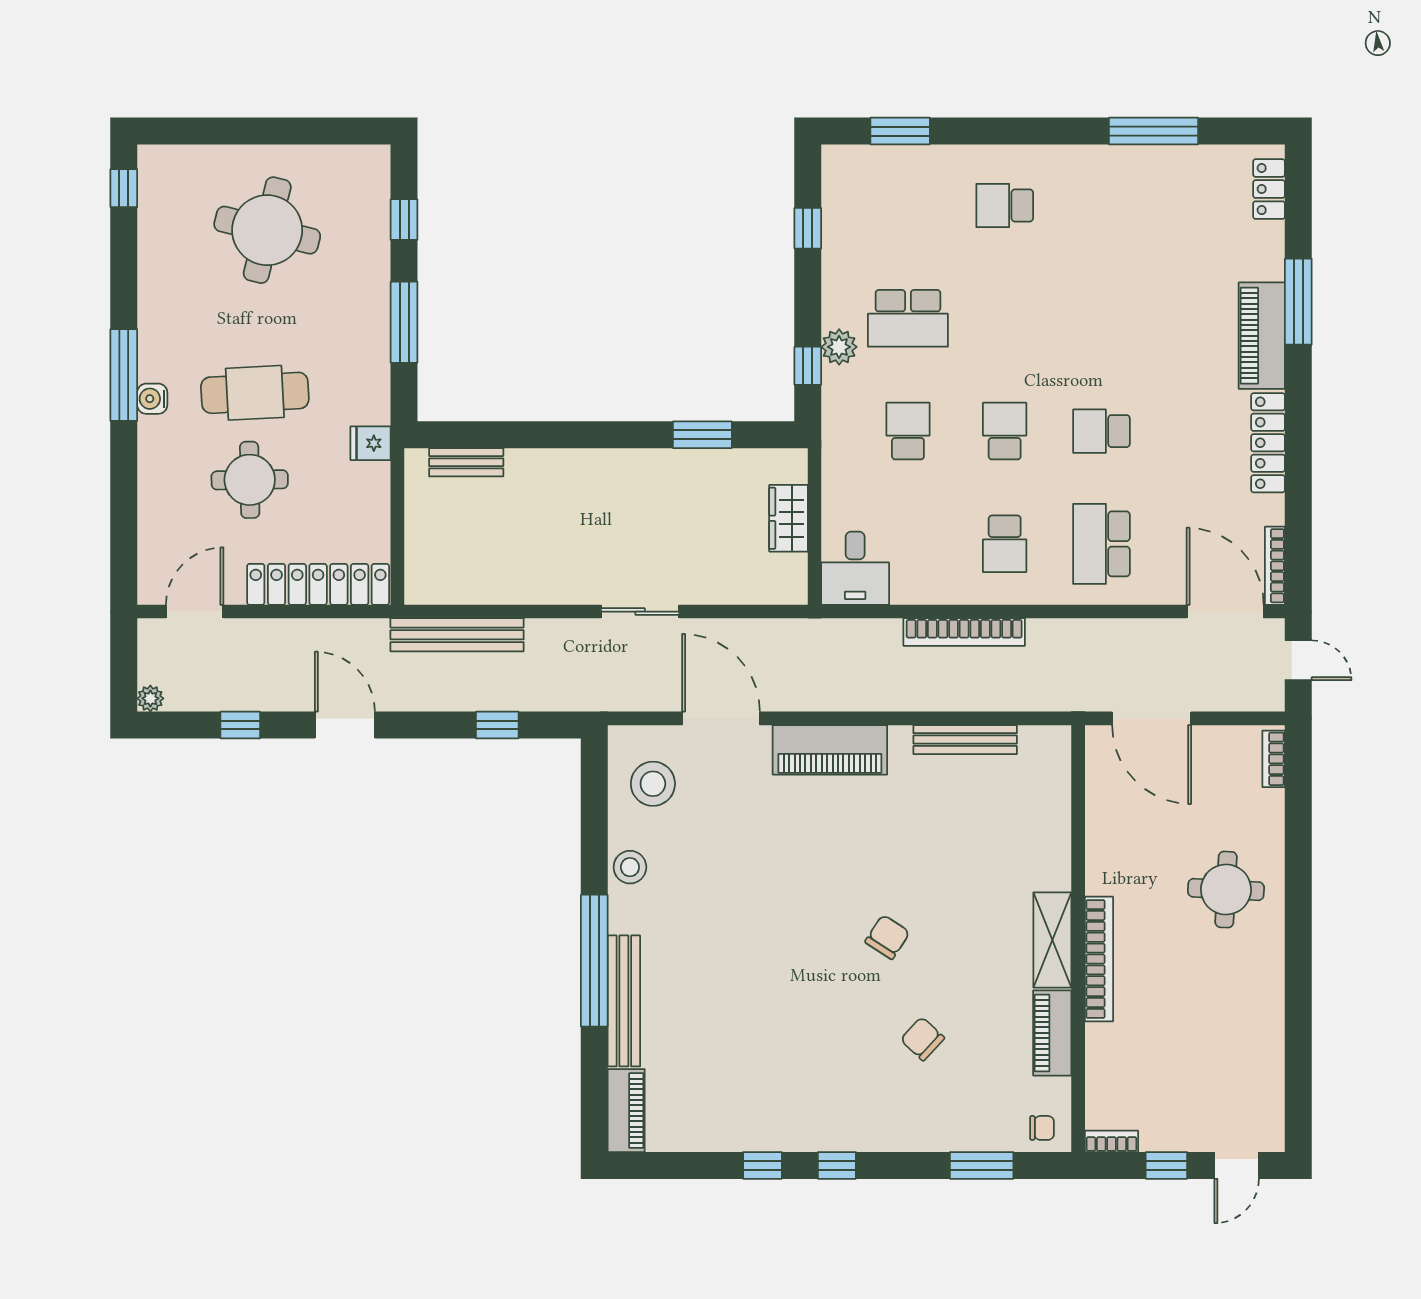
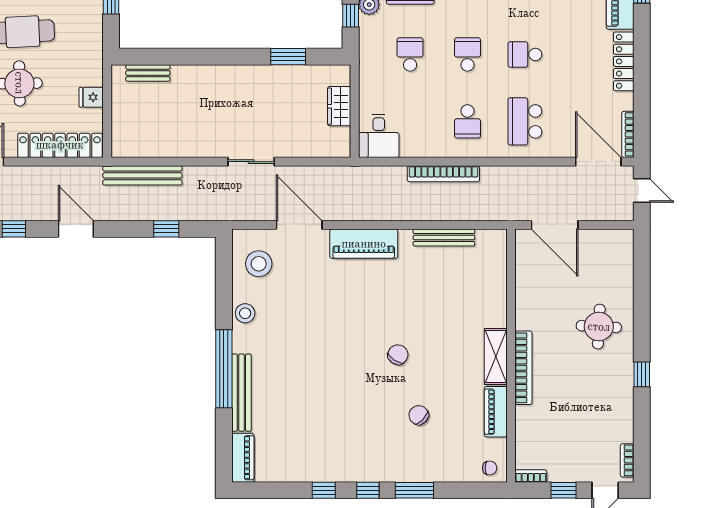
fridge: (371, 443) -> (91, 97), moved
bookcase: (1274, 759) -> (627, 460), moved
window: (1298, 970) -> (642, 374), added
window: (982, 1165) -> (414, 490), moved

